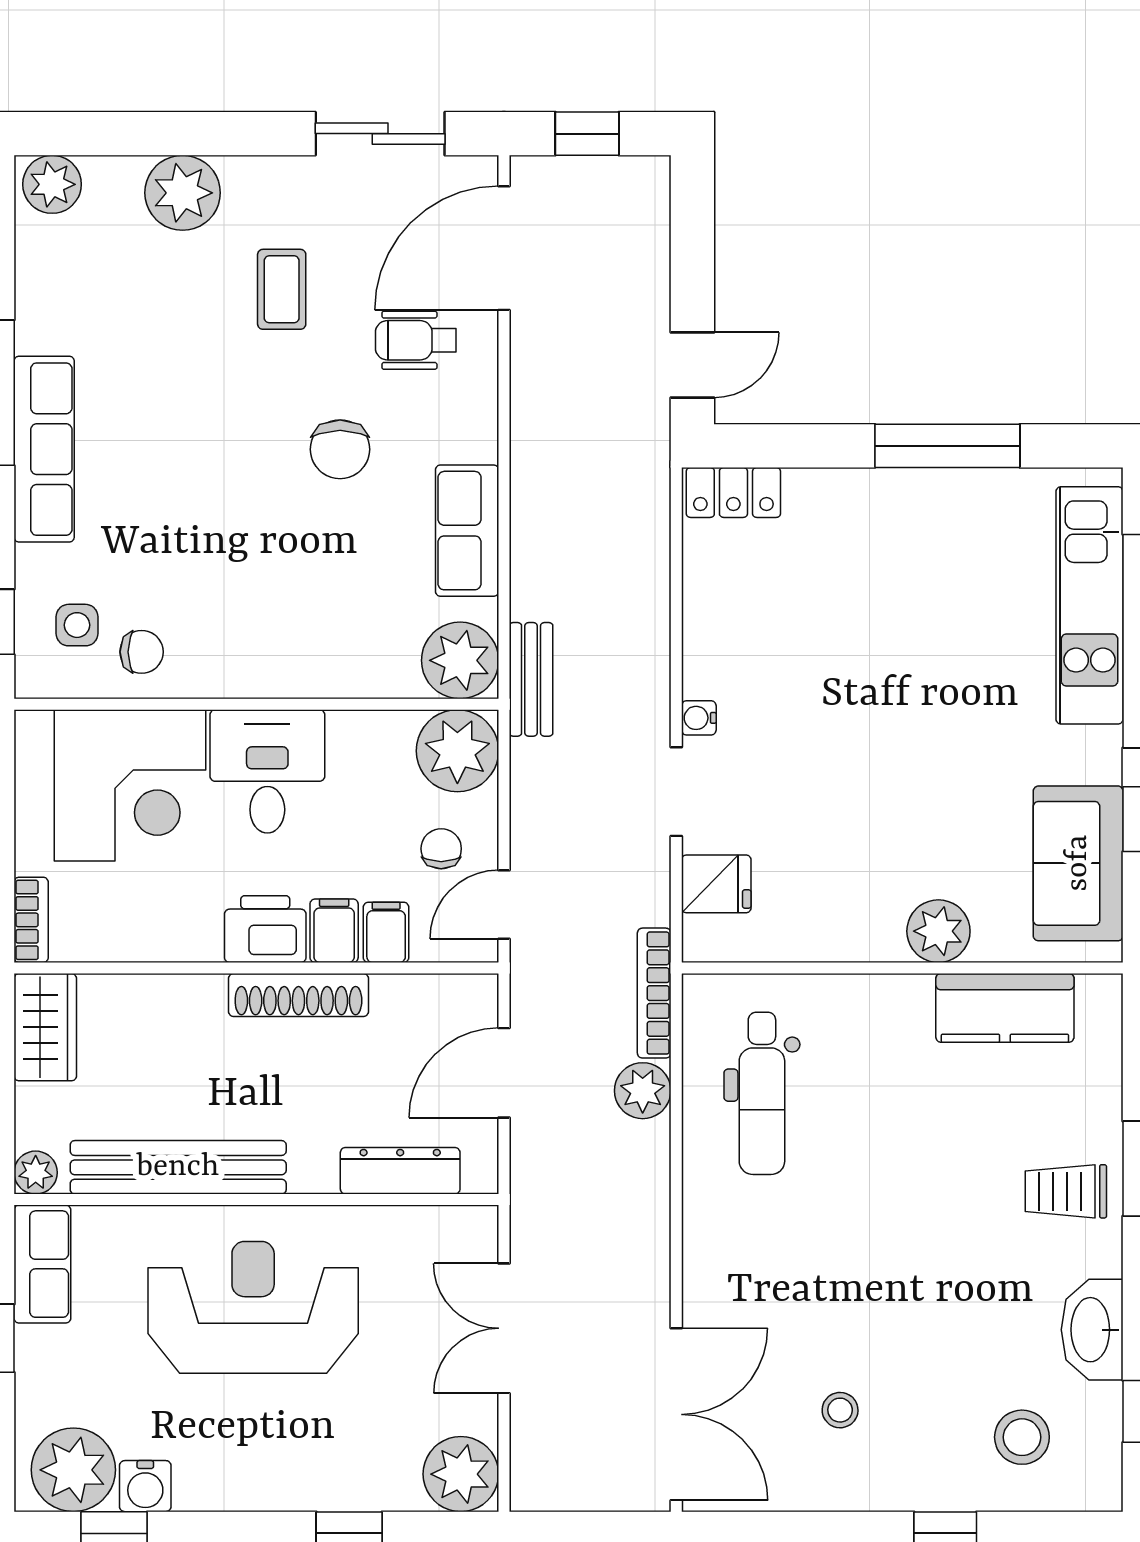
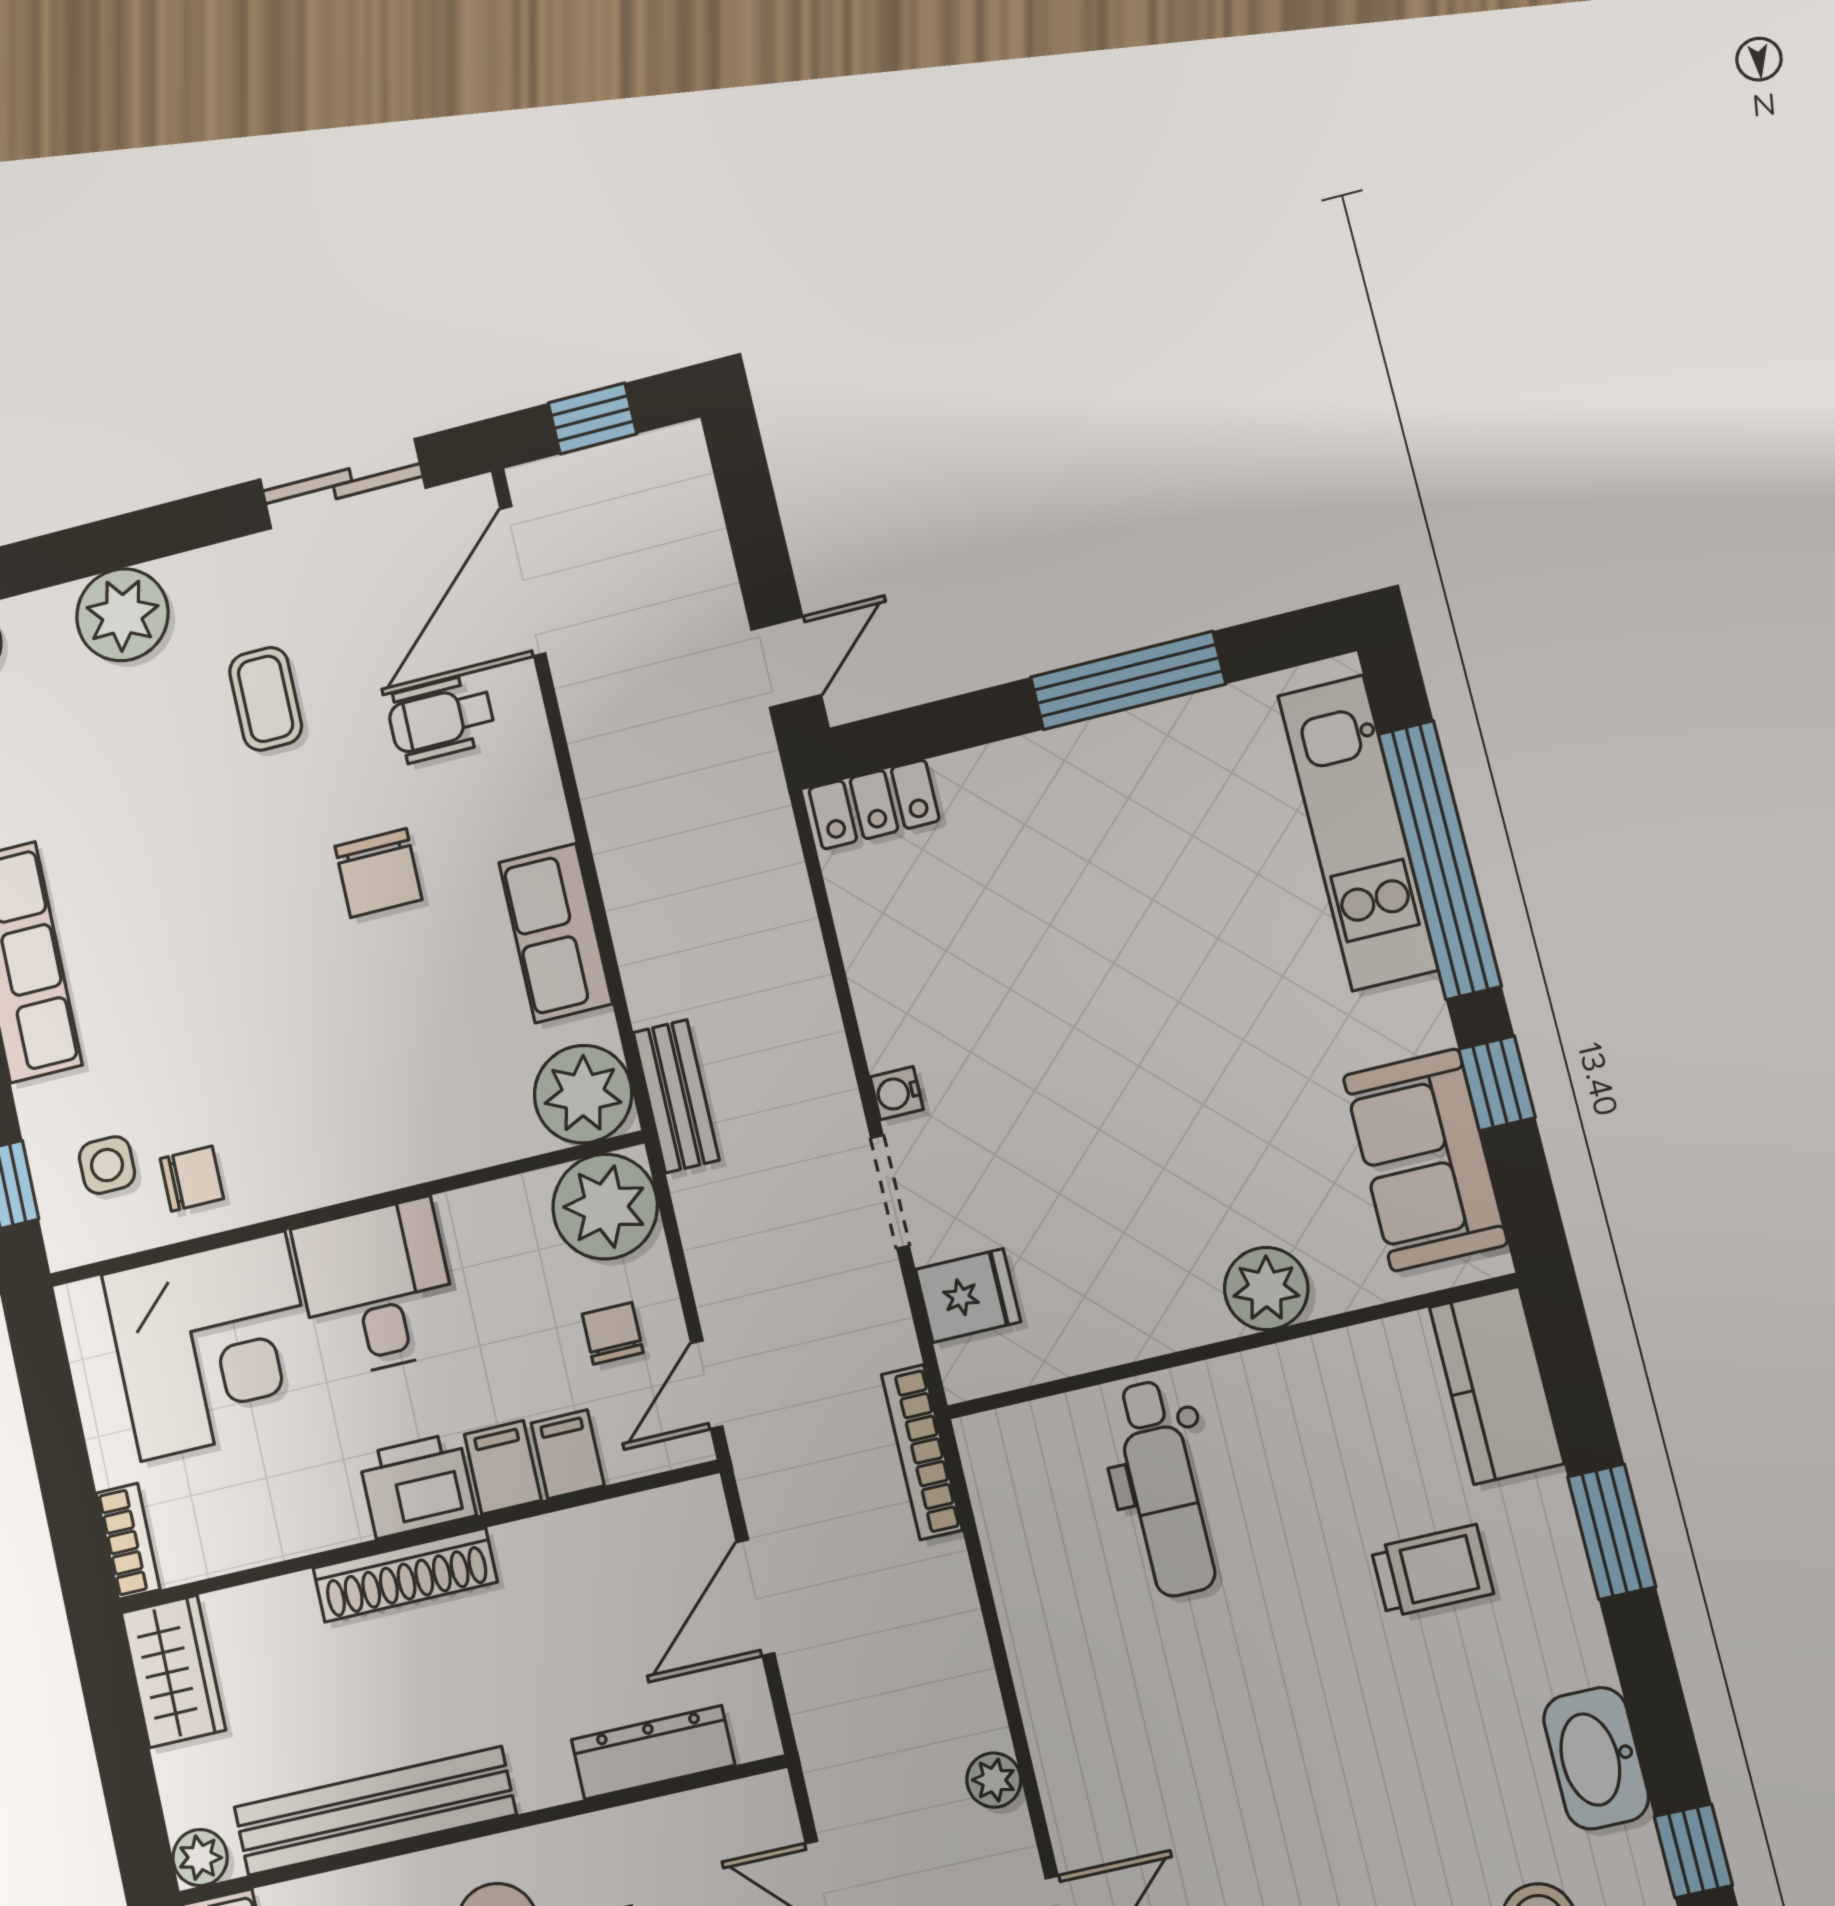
shoe rack: (298, 995) -> (405, 1575), moved
kitchen counter: (1005, 1008) -> (1497, 1385), moved, turned 90
plant: (643, 1091) -> (994, 1780), moved, width x0.73, depth x0.73
dental chair: (762, 1093) -> (1164, 1488), moved
trolley: (1066, 1191) -> (1432, 1571), moved, turned 180

